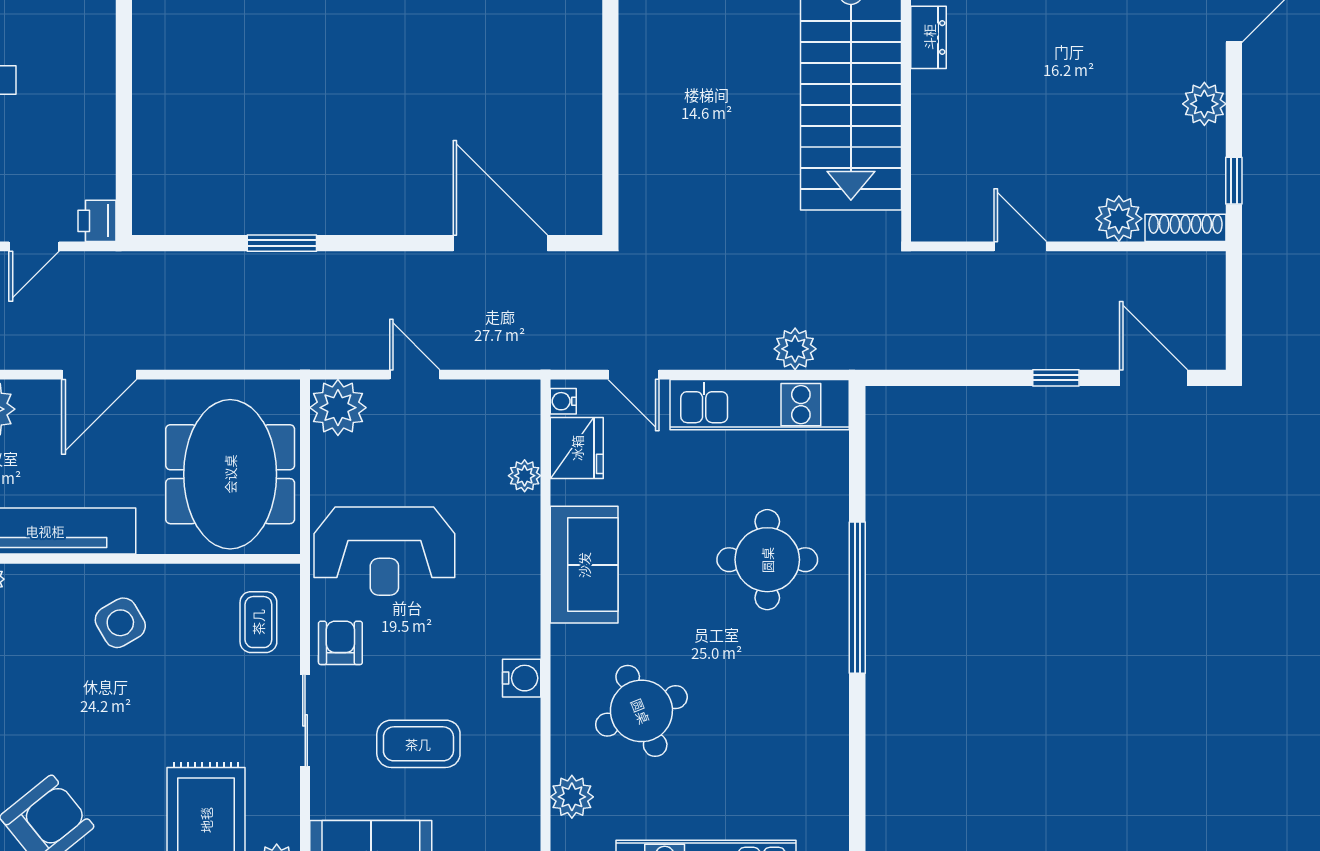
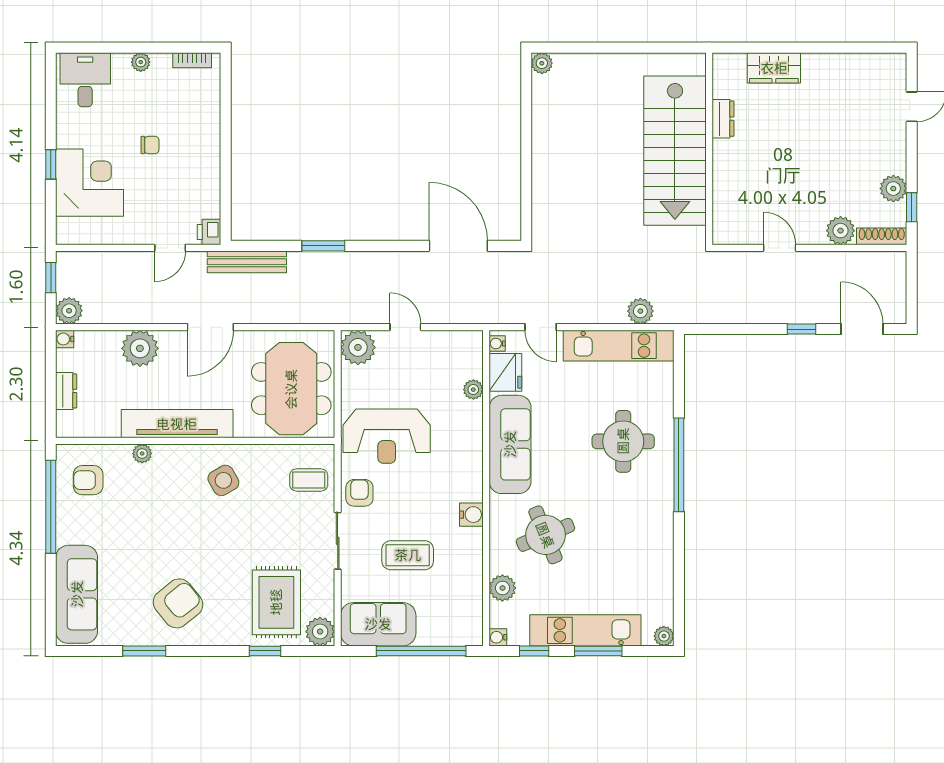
plant: (1204, 104) -> (893, 189), moved
bench: (158, 269) -> (247, 262), added
sofa: (584, 565) -> (510, 444), width x1.36
coffee table: (258, 622) -> (309, 480), turned 90

